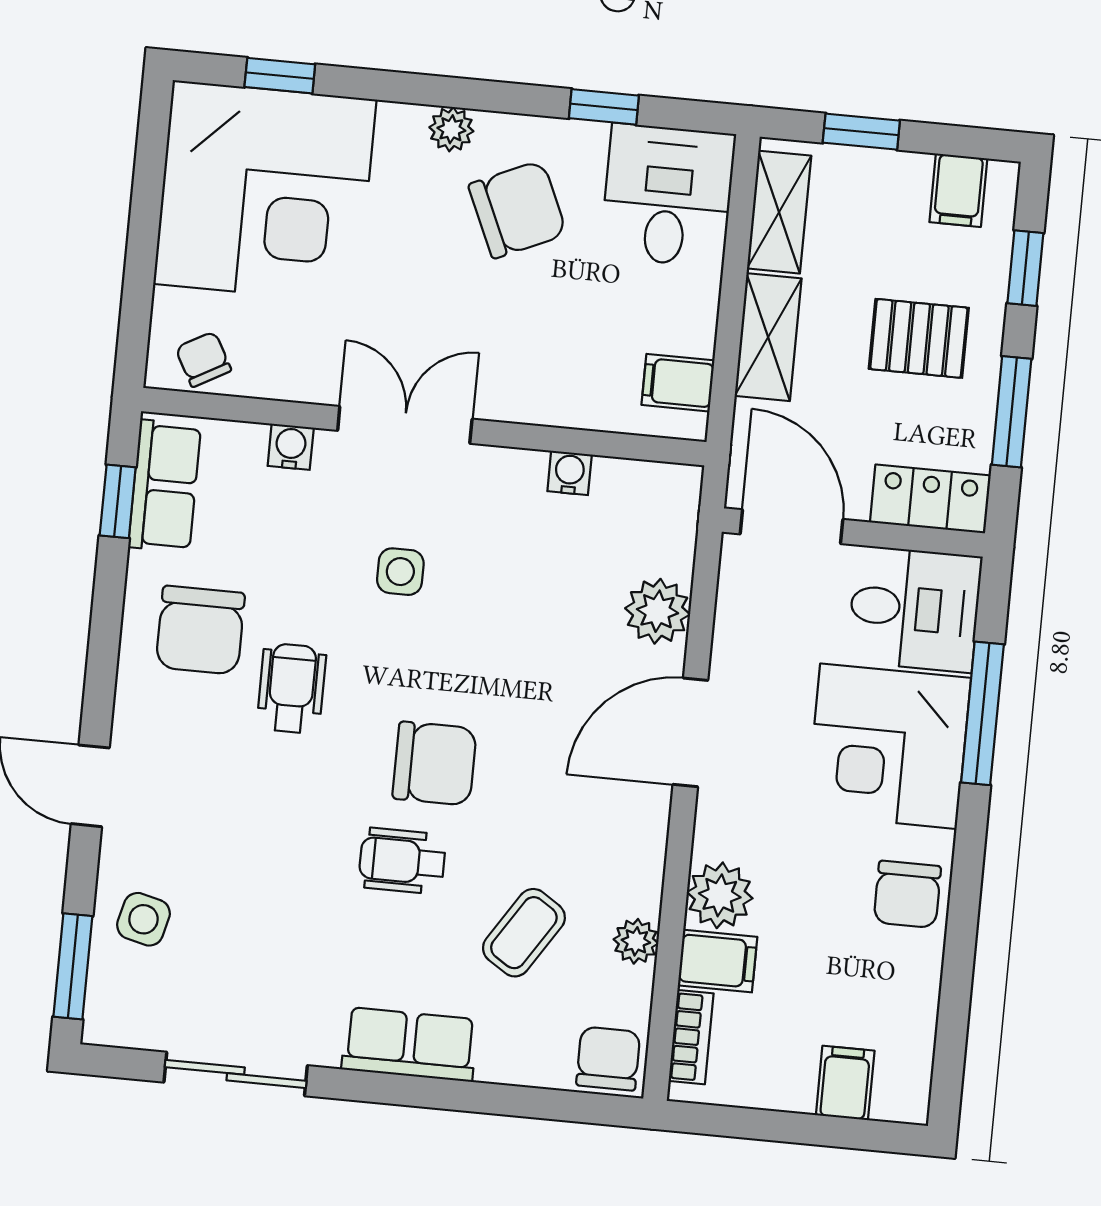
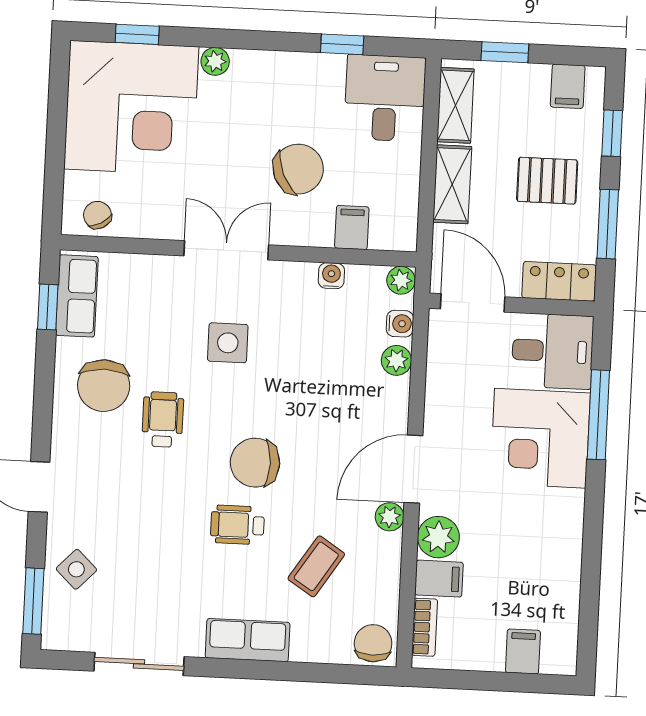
plant: (451, 129) -> (215, 61), moved
chair: (518, 209) -> (298, 169), moved
filing cabinet: (678, 383) -> (352, 227), moved, turned 90
water cooler: (291, 447) -> (400, 324), moved, turned 90
plant: (680, 485) -> (401, 280), added
side table: (400, 572) -> (228, 343), width x1.37, depth x1.37
plant: (658, 611) -> (396, 360), width x0.73, depth x0.73
door: (690, 732) -> (413, 469), moved
chair: (435, 764) -> (255, 463), turned 180
chair: (907, 894) -> (556, 531), removed
side table: (143, 919) -> (76, 569), turned 30
plant: (636, 941) -> (390, 517), moved

